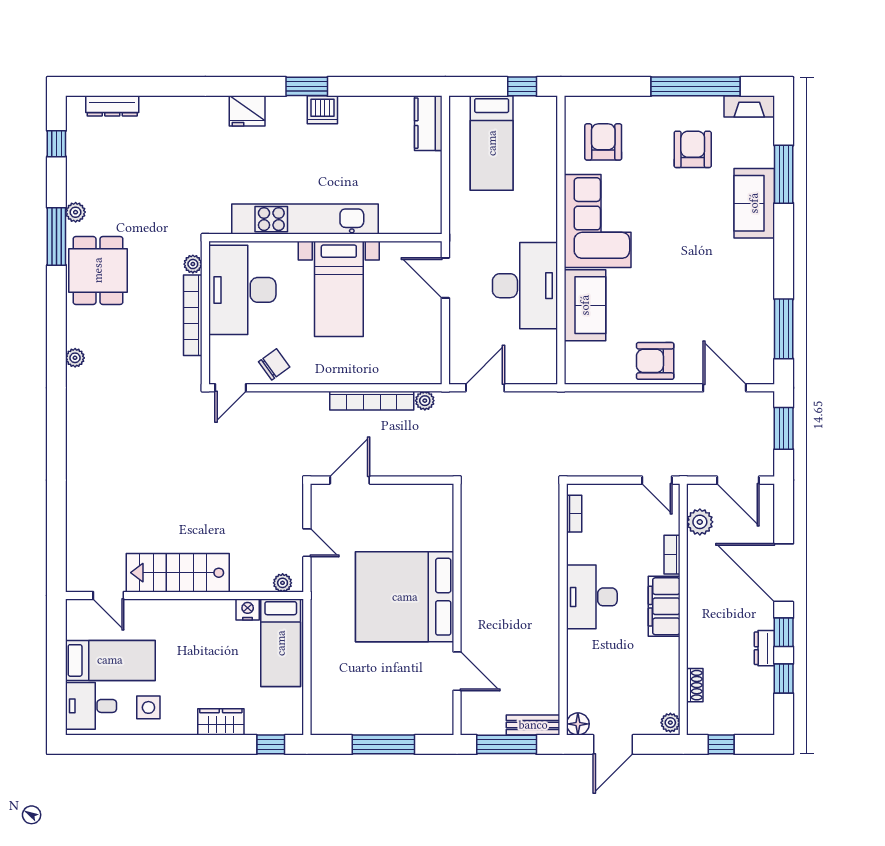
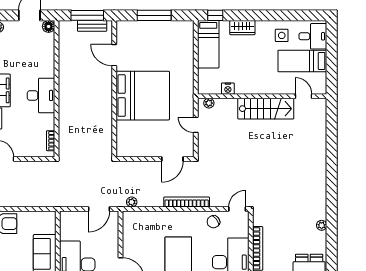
bookcase: (372, 401) -> (187, 202), moved
bed: (281, 643) -> (208, 44), moved, turned 180
bench: (533, 725) -> (92, 26), moved

